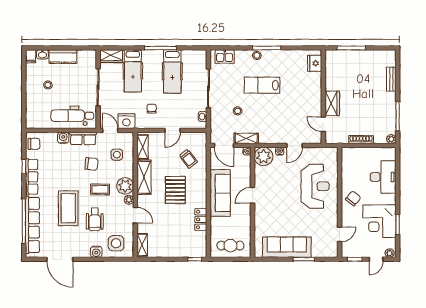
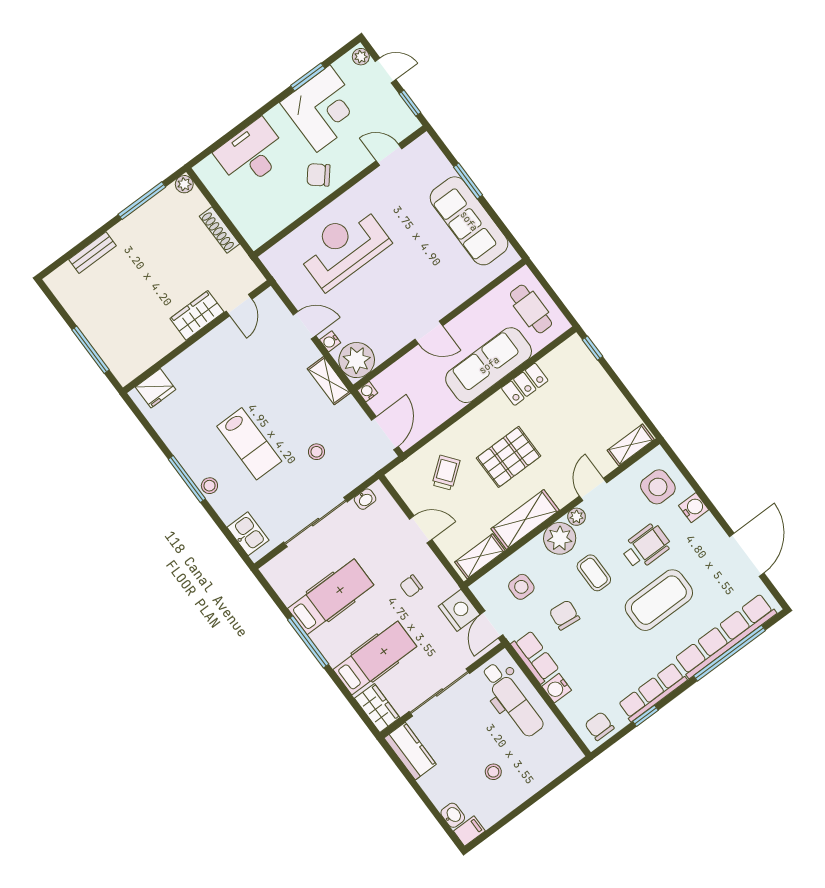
kitchen counter: (63, 57) -> (410, 751), moved
shelving: (246, 138) -> (329, 381), moved
sofa: (220, 193) -> (489, 365), moved

